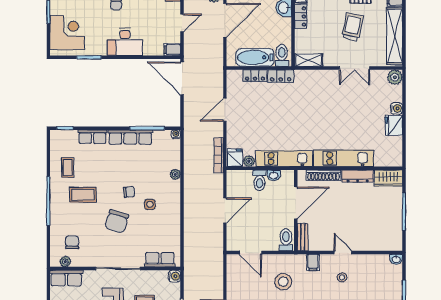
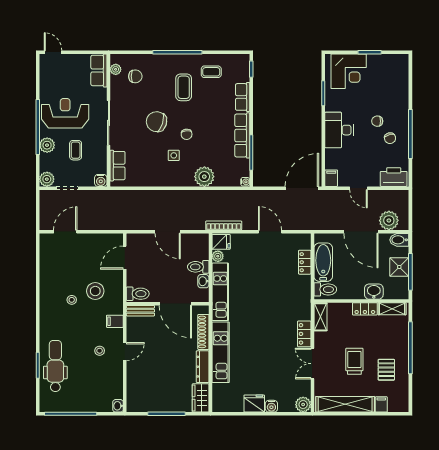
trolley: (352, 27) -> (354, 361), turned -102
locker: (281, 76) -> (304, 334), moved
plant: (175, 174) -> (204, 177), width x1.87, depth x1.87

